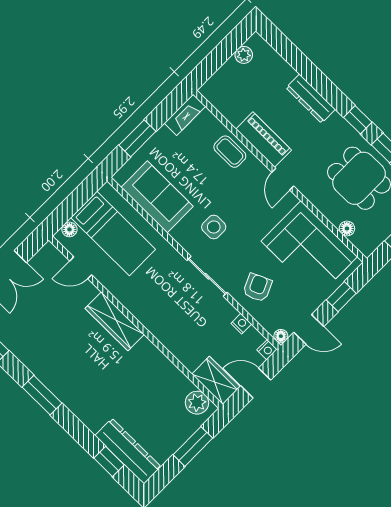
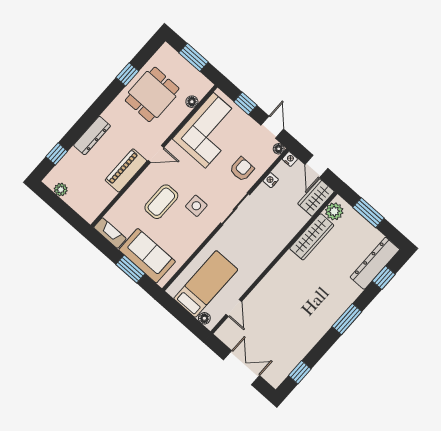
window: (358, 120) -> (57, 154), moved
coffee table: (230, 152) -> (161, 202), moved, width x1.36, depth x1.30
sofa: (157, 197) -> (147, 256), moved, turned 90
armchair: (257, 288) -> (242, 169), turned 114
wardrobe: (115, 321) -> (312, 237), moved
window: (42, 395) -> (347, 319), moved

